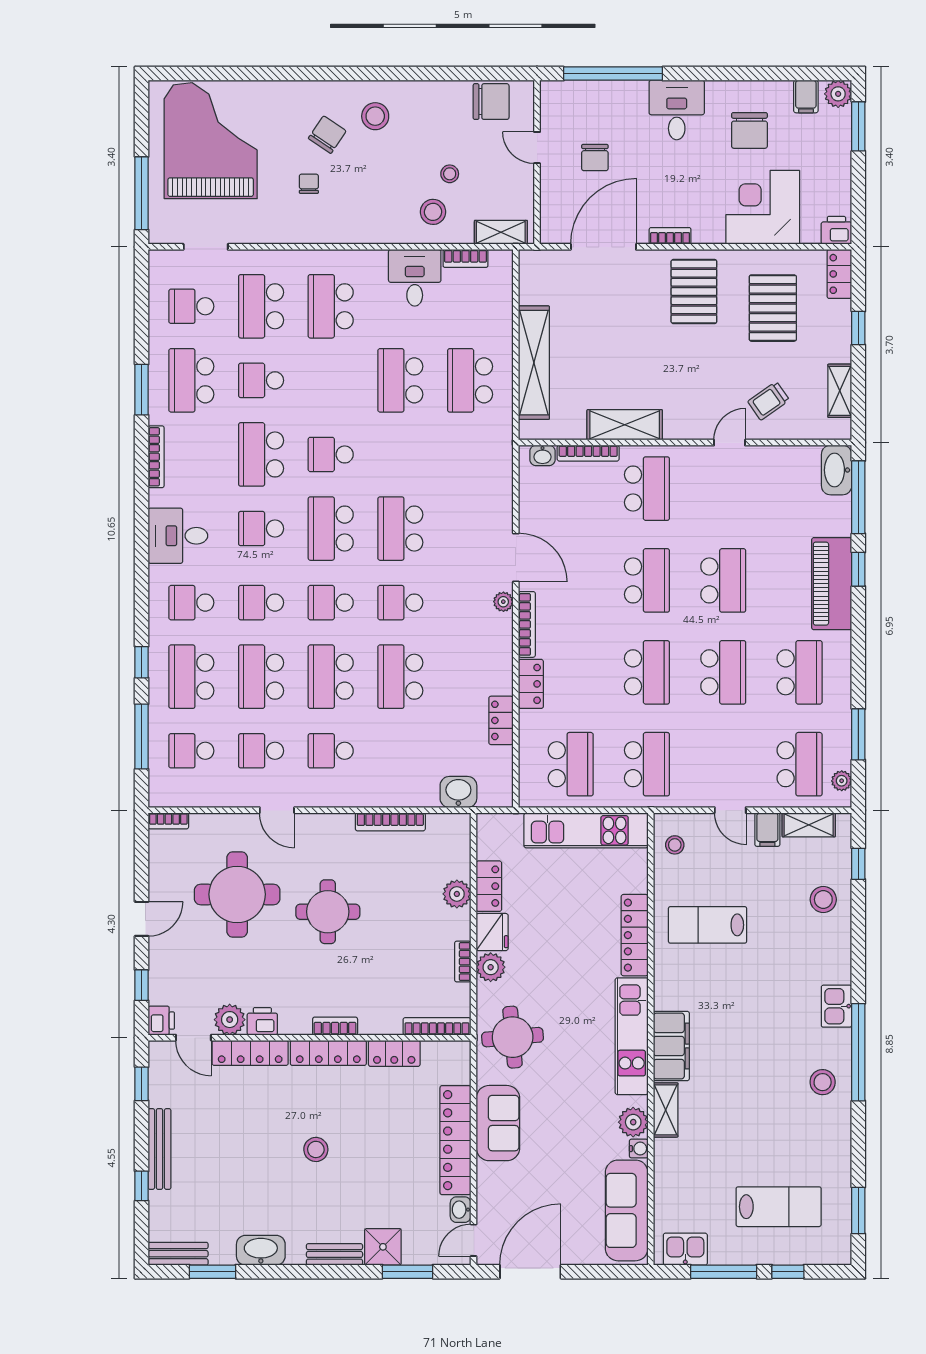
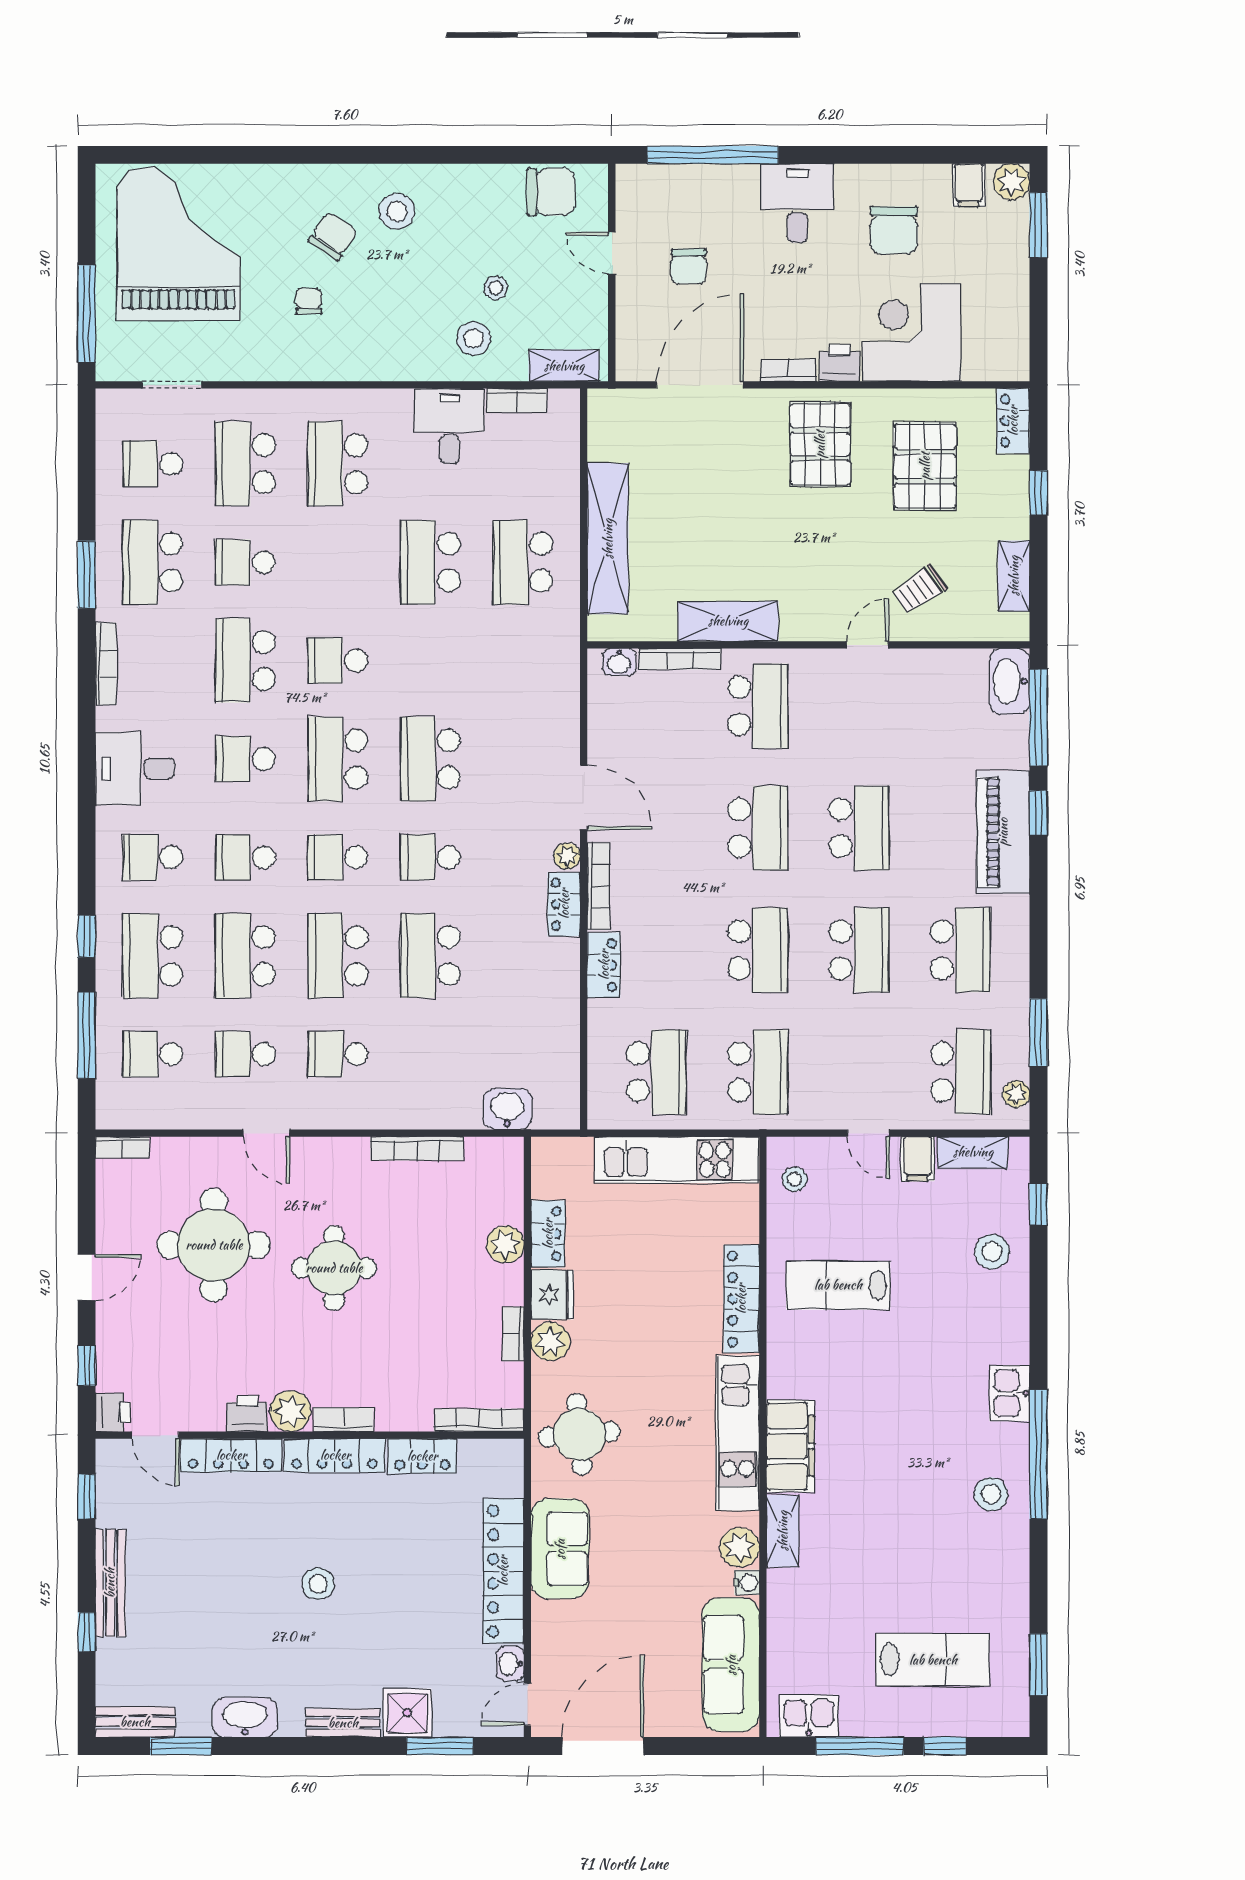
printer: (836, 230) -> (839, 363), moved
locker: (501, 720) -> (564, 904), moved
plant: (230, 1020) -> (290, 1411), moved

